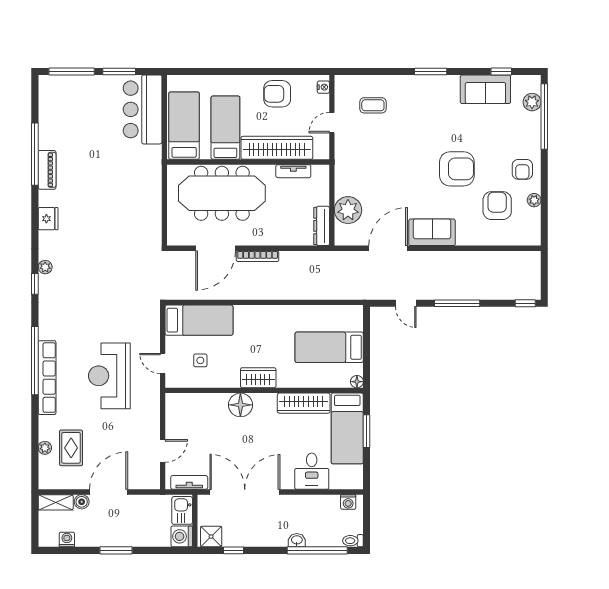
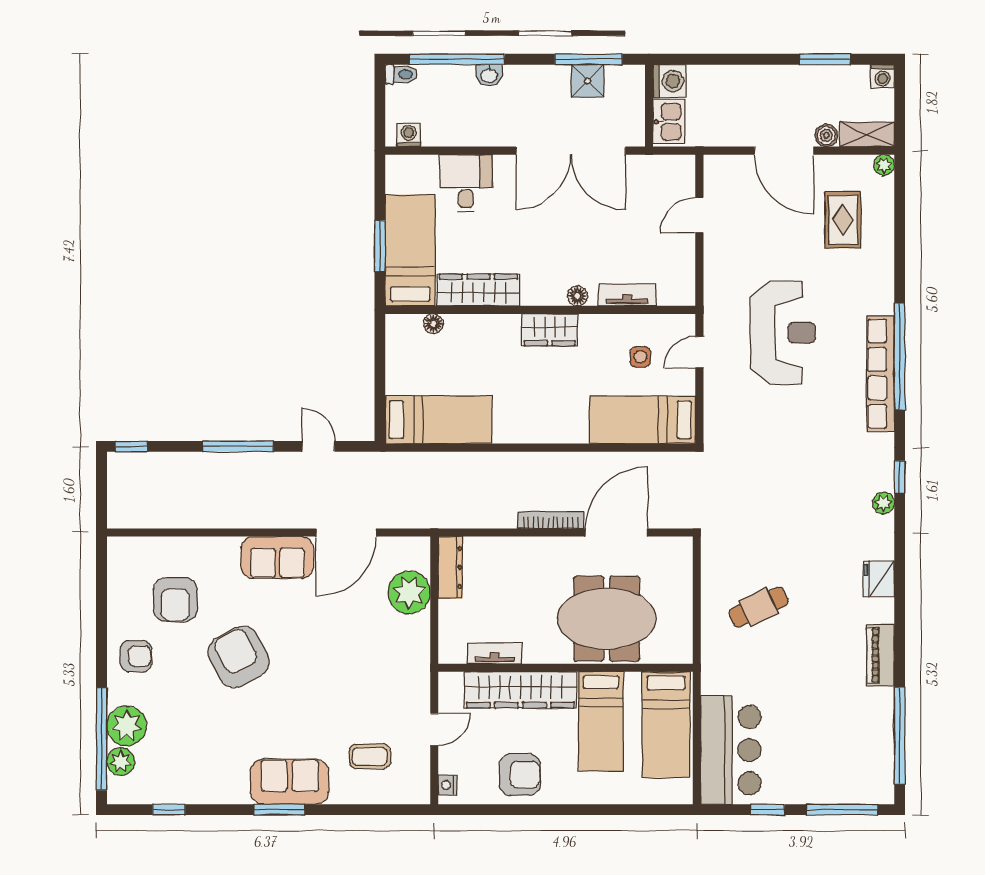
window: (119, 71) -> (768, 810), width x0.67
sofa: (485, 89) -> (290, 782), moved
window: (35, 154) -> (900, 736), moved
armchair: (457, 169) -> (238, 657), turned 62
armchair: (522, 169) -> (136, 656), turned 90
meeting table: (222, 193) -> (607, 619), width x0.73
plant: (534, 200) -> (127, 726), moved, width x1.87, depth x1.87
cafe table: (125, 201) -> (758, 607), added
bed: (329, 347) -> (438, 420), moved
door: (163, 363) -> (699, 352), swing flipped
row of seats: (47, 378) -> (881, 374), moved
floor lamp: (357, 382) -> (433, 324), moved
floor lamp: (240, 405) -> (577, 296), width x0.53, depth x0.53
plant: (45, 448) -> (884, 165), moved
tv unit: (189, 482) -> (627, 295), moved, turned 180
door: (109, 492) -> (784, 151), hinge flipped
shower: (211, 537) -> (588, 81), moved
washing machine: (67, 539) -> (883, 76), moved
window: (116, 550) -> (825, 59), moved
window: (233, 550) -> (589, 59), width x2.17

